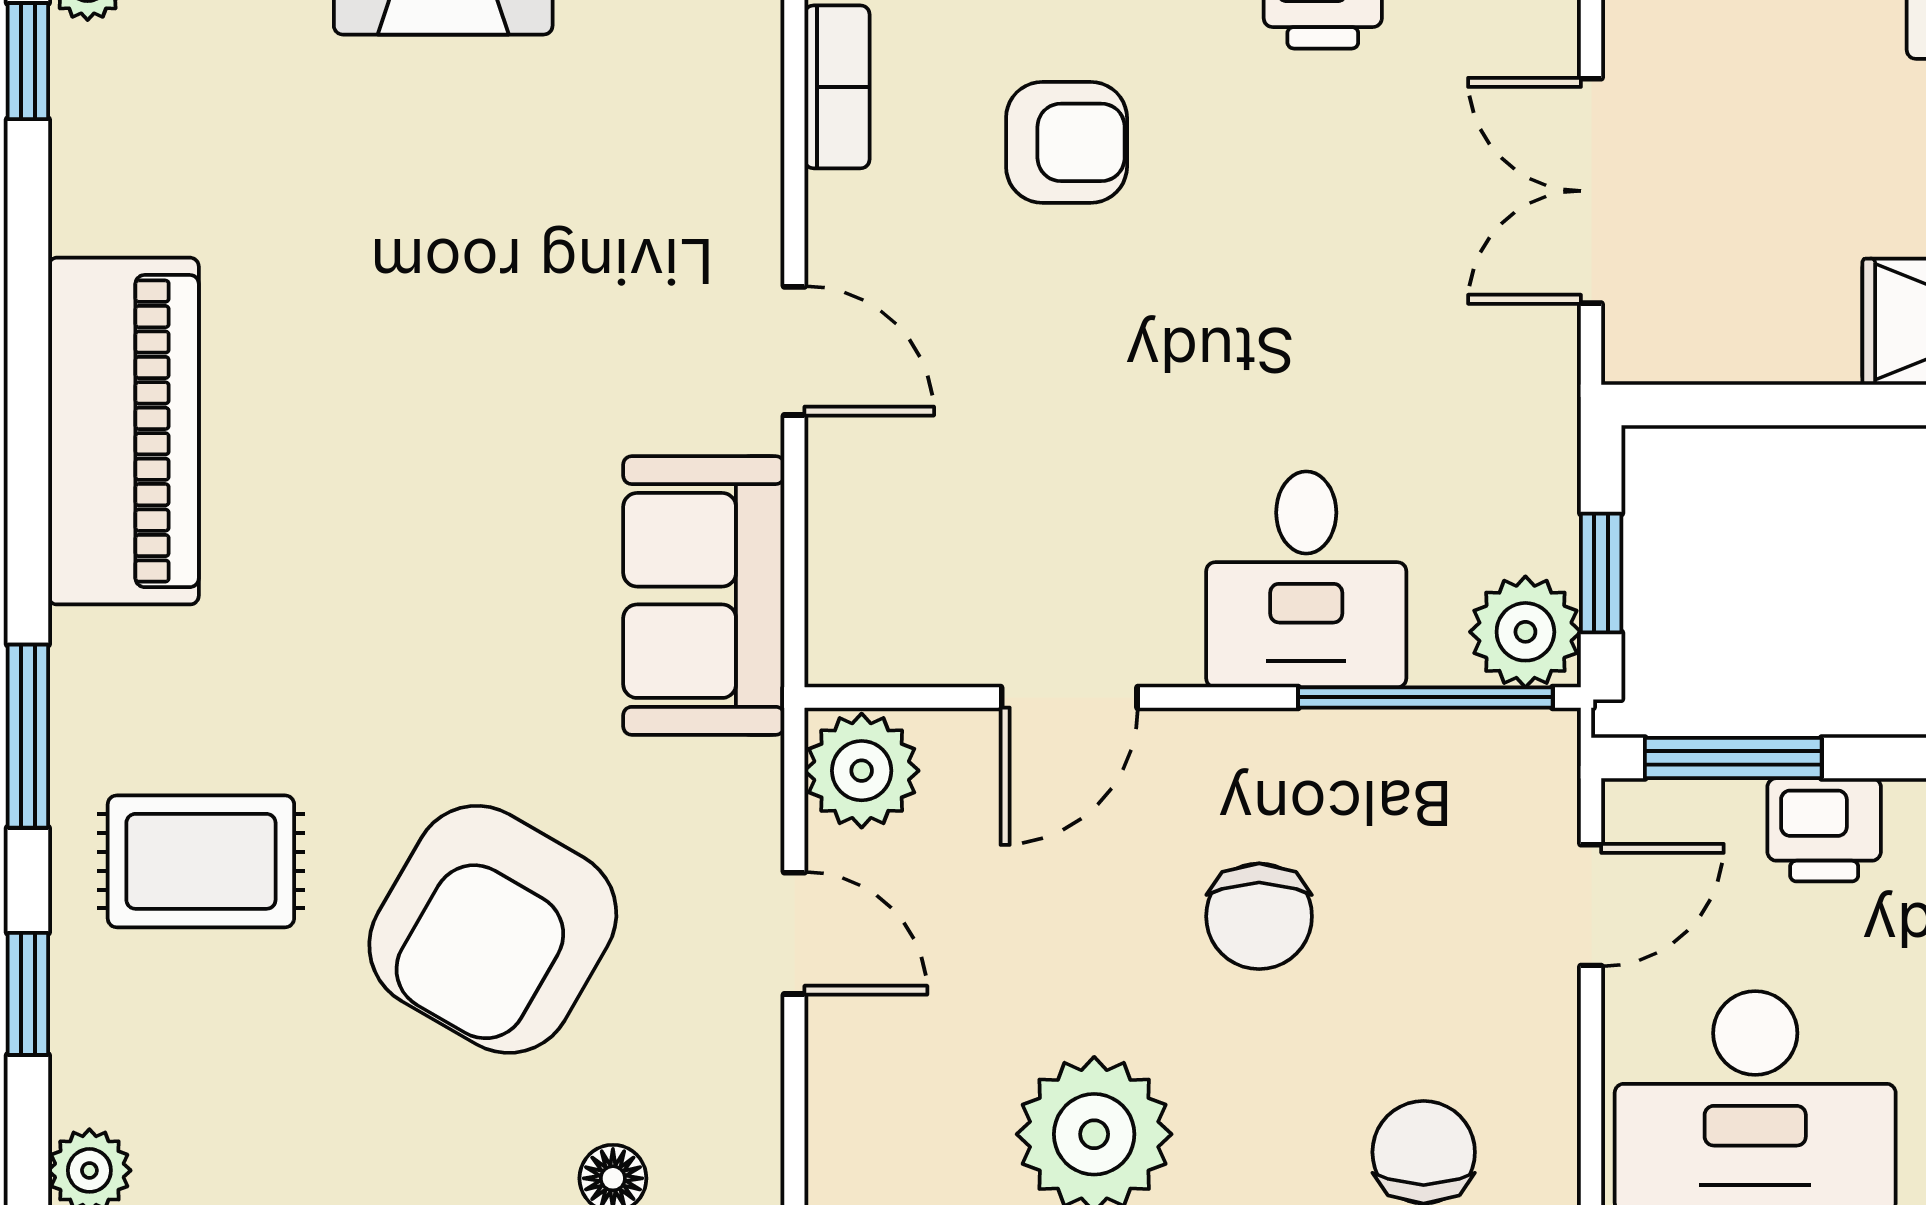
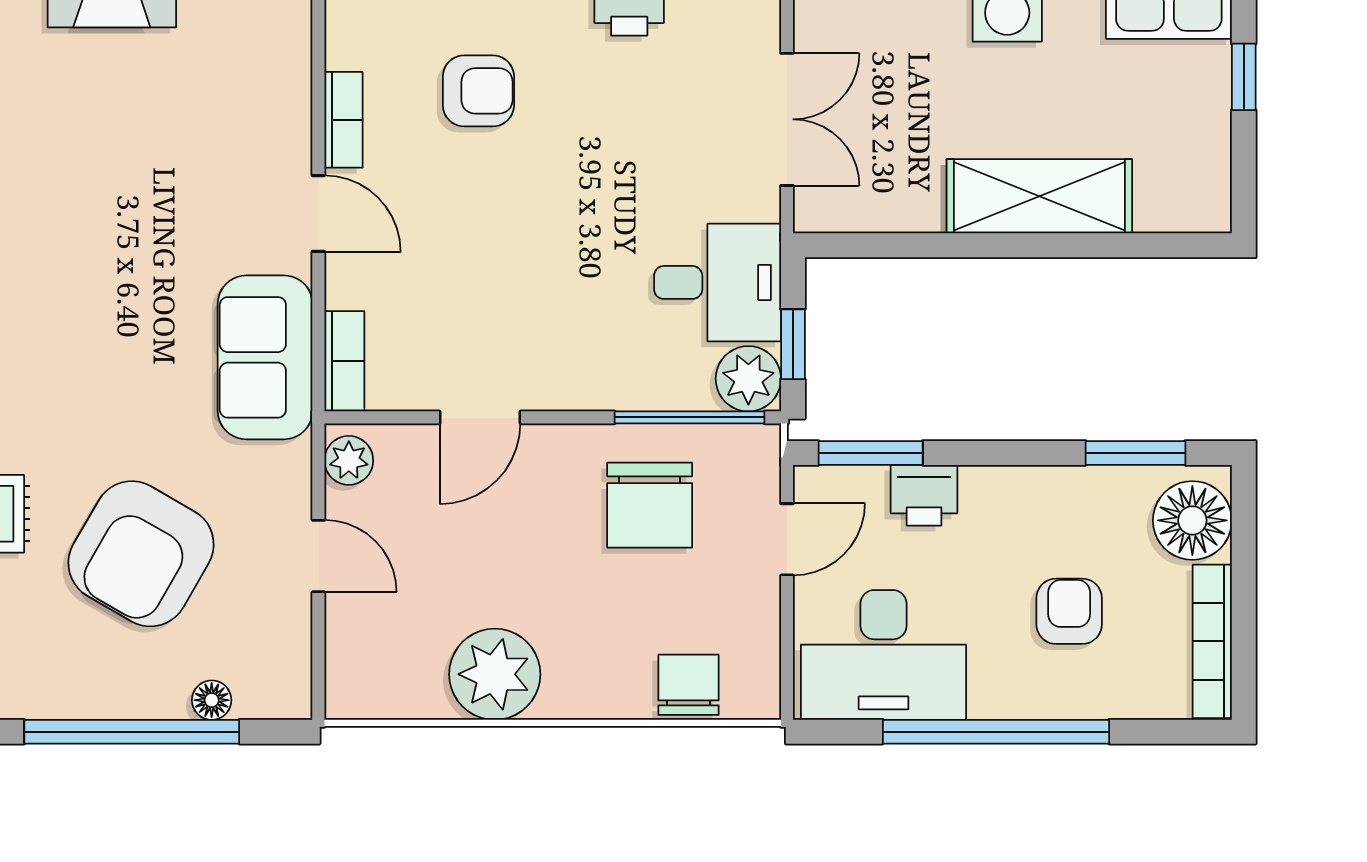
bookcase: (837, 87) -> (343, 120), moved
double door: (1591, 191) -> (787, 119), swing flipped
desk: (1306, 579) -> (718, 282), moved, turned -90
bookcase: (839, 602) -> (344, 361), added
plant: (862, 771) -> (349, 460), width x0.73, depth x0.73
chair: (1259, 916) -> (650, 505), moved, width x1.37, depth x1.37

